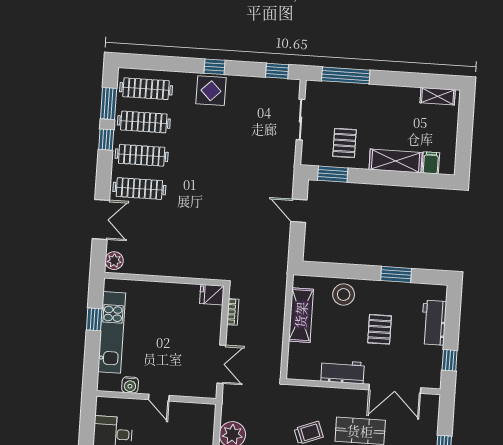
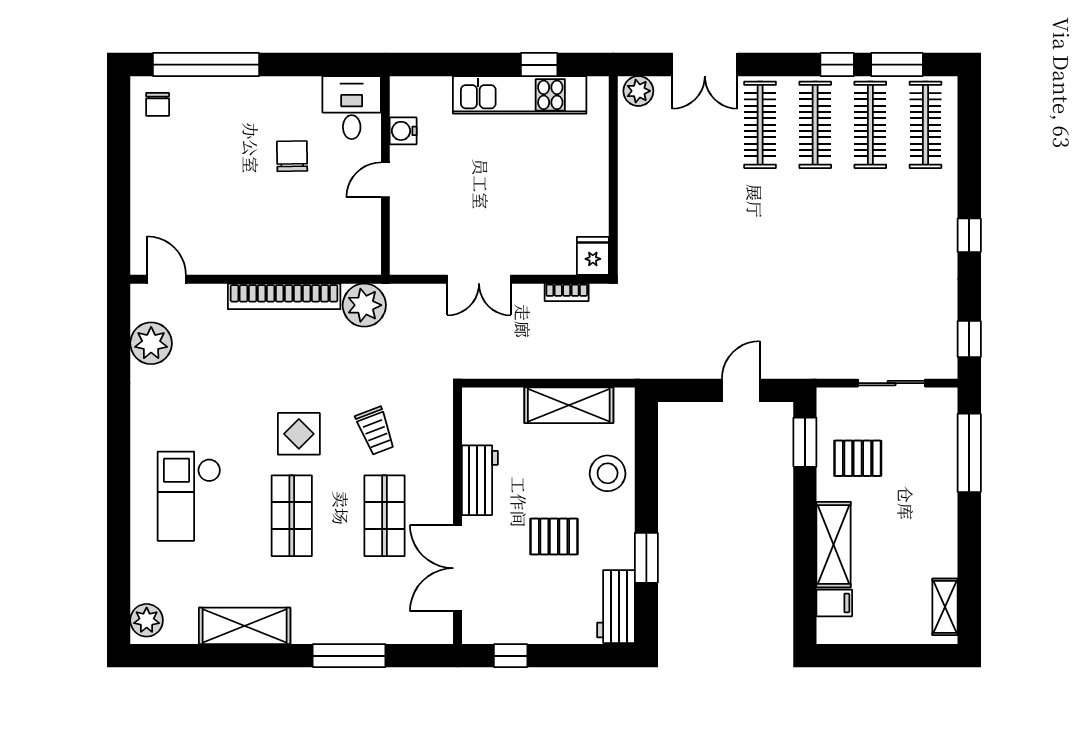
display table: (211, 91) -> (929, 232), removed
workbench: (434, 323) -> (616, 607), moved, turned -90
water cooler: (130, 385) -> (403, 131), moved
wall: (156, 397) -> (385, 176), moved
door: (159, 398) -> (385, 180), moved

